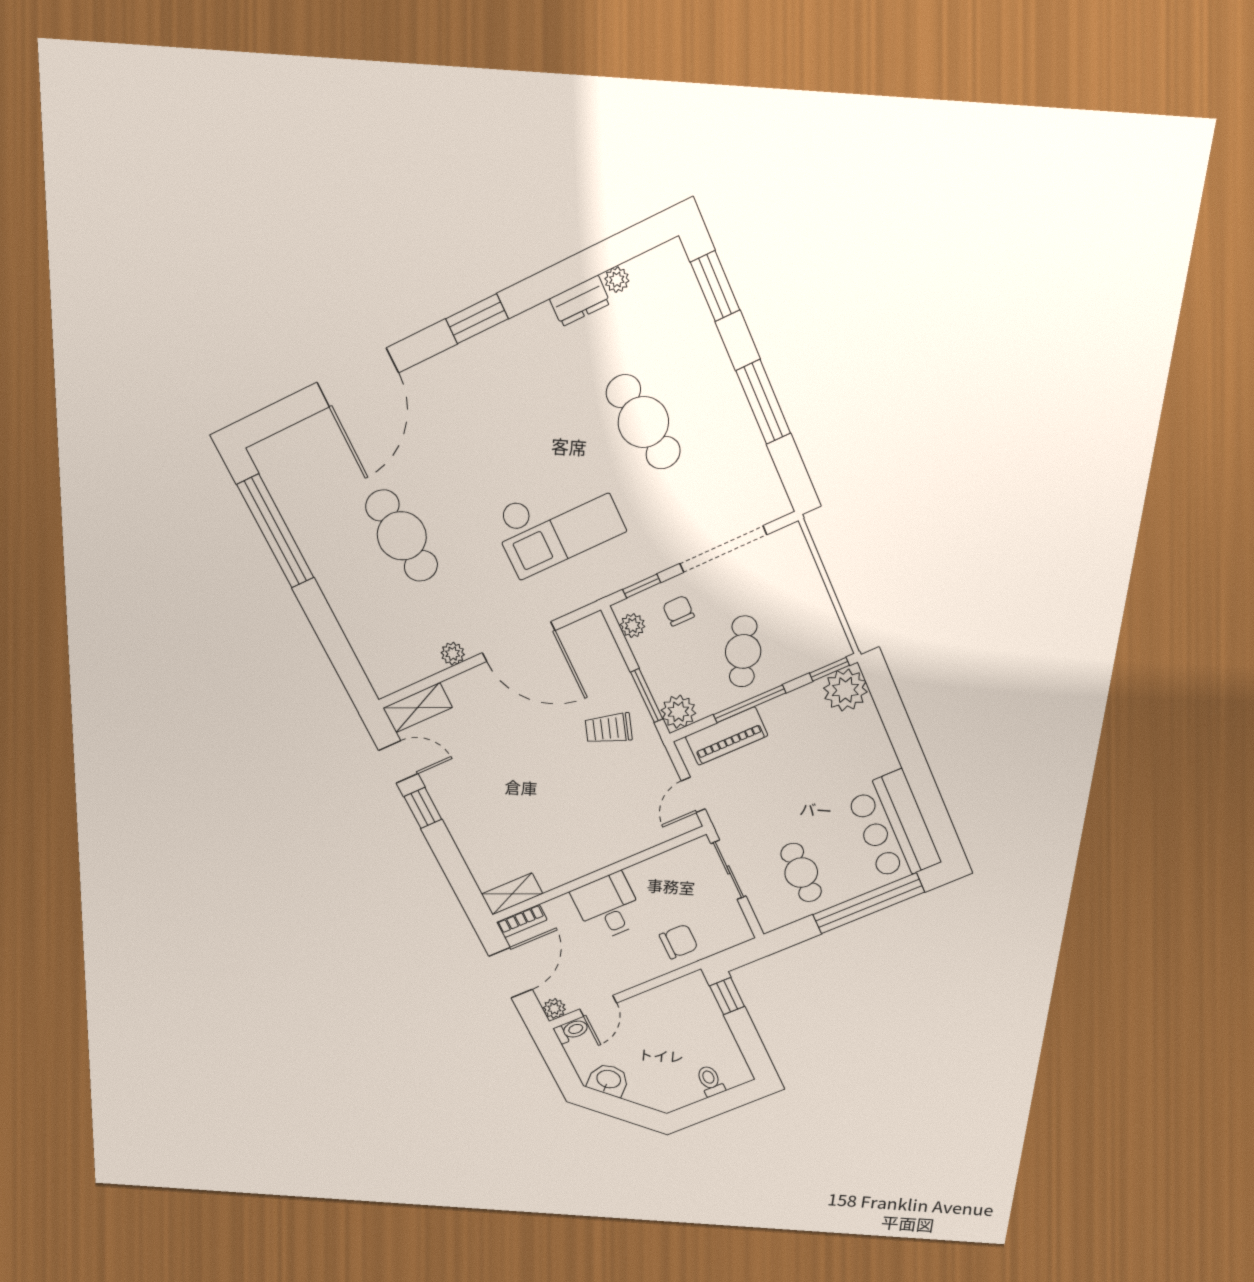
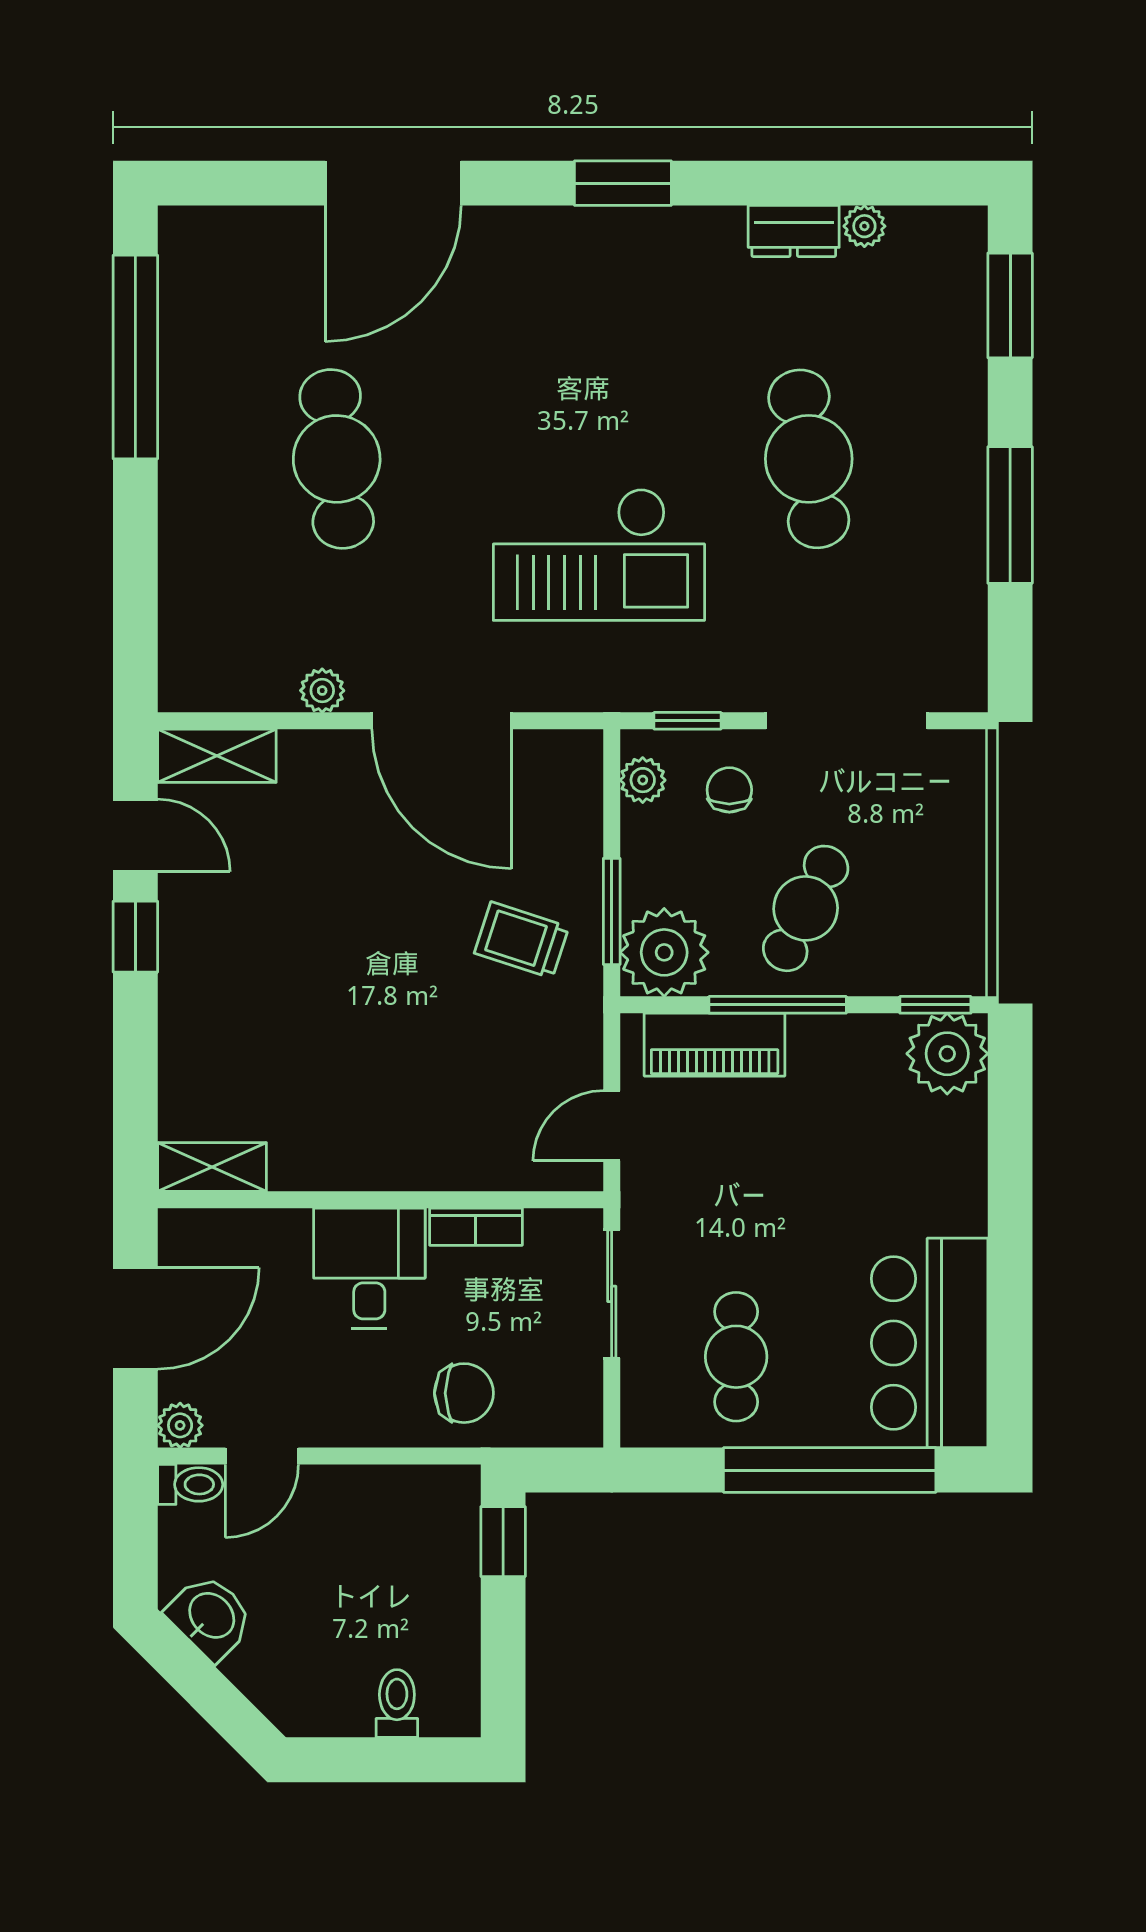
plant: (678, 712) -> (664, 952), width x1.36, depth x1.36
bookcase: (522, 921) -> (476, 1227), moved

